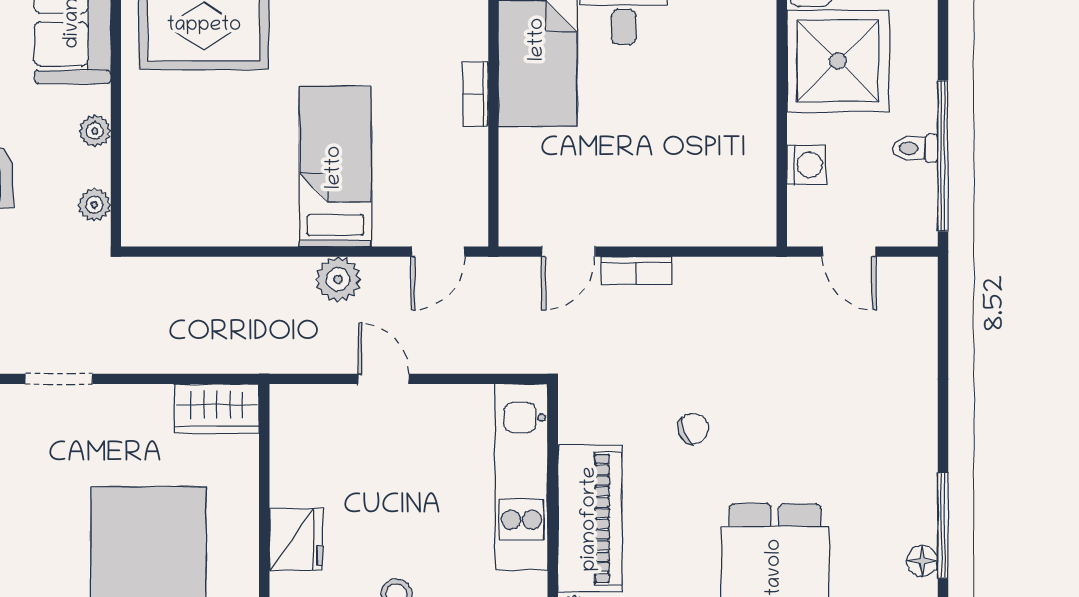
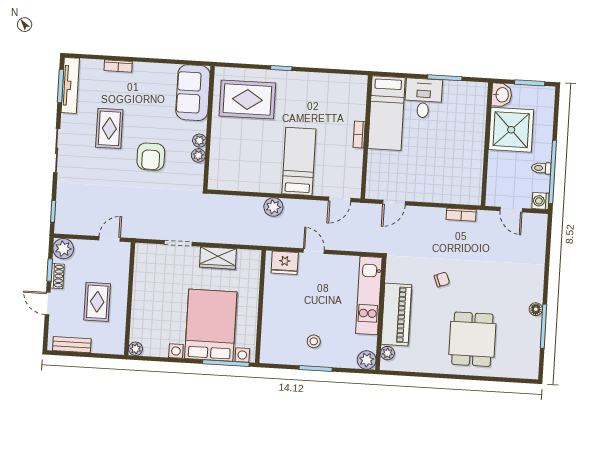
washing machine: (806, 165) -> (541, 201), moved, turned 180
plant: (94, 205) -> (198, 155), moved
bookcase: (636, 271) -> (461, 215), moved
plant: (338, 279) -> (273, 207), moved
wardrobe: (217, 409) -> (218, 258), moved
fridge: (296, 540) -> (285, 263), moved, turned 90
floor lamp: (922, 561) -> (536, 309), moved

